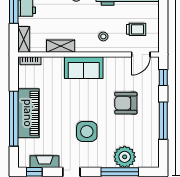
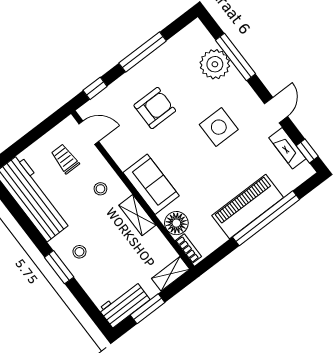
shelving: (61, 46) -> (137, 215), moved
floor lamp: (50, 65) -> (176, 223), added
armchair: (126, 103) -> (155, 108), turned -90

